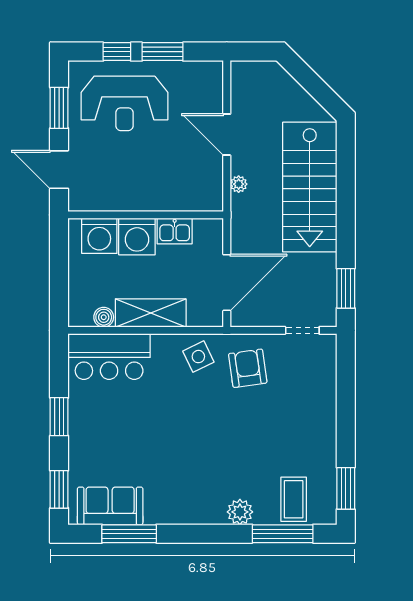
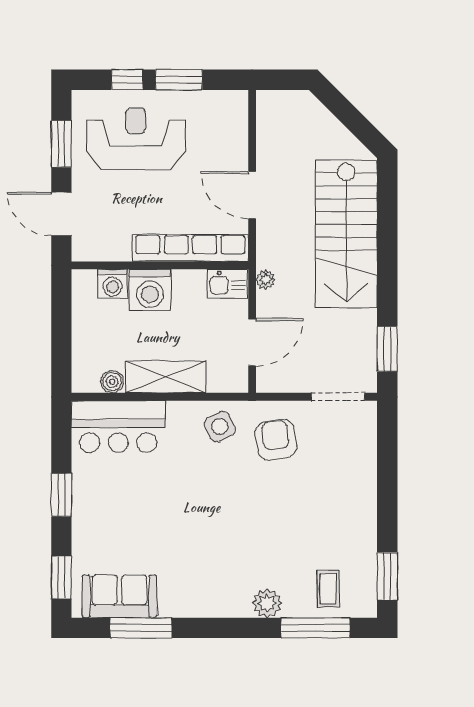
reception desk: (124, 103) -> (136, 139), turned 180
door: (227, 135) -> (252, 195), moved
plant: (239, 184) -> (265, 280), moved
row of seats: (173, 199) -> (190, 248), added
kitchen sink: (175, 231) -> (227, 284), moved
washing machine: (99, 236) -> (113, 284), width x0.73, depth x0.73
door: (227, 283) -> (252, 342), width x0.73
doorway: (302, 330) -> (338, 397), width x1.38
coffee table: (294, 499) -> (328, 589), width x0.73, depth x0.77

